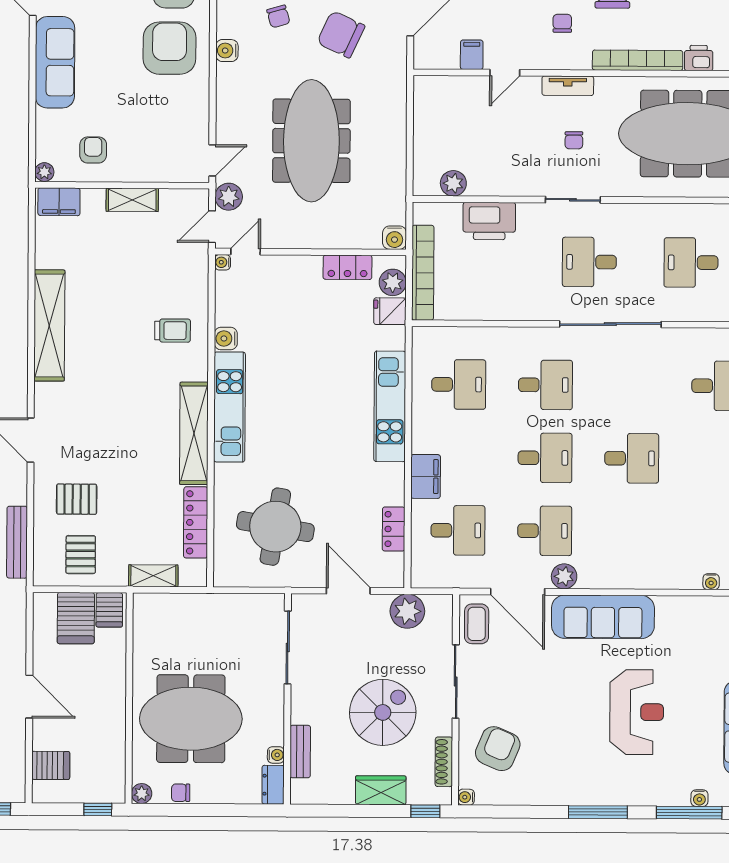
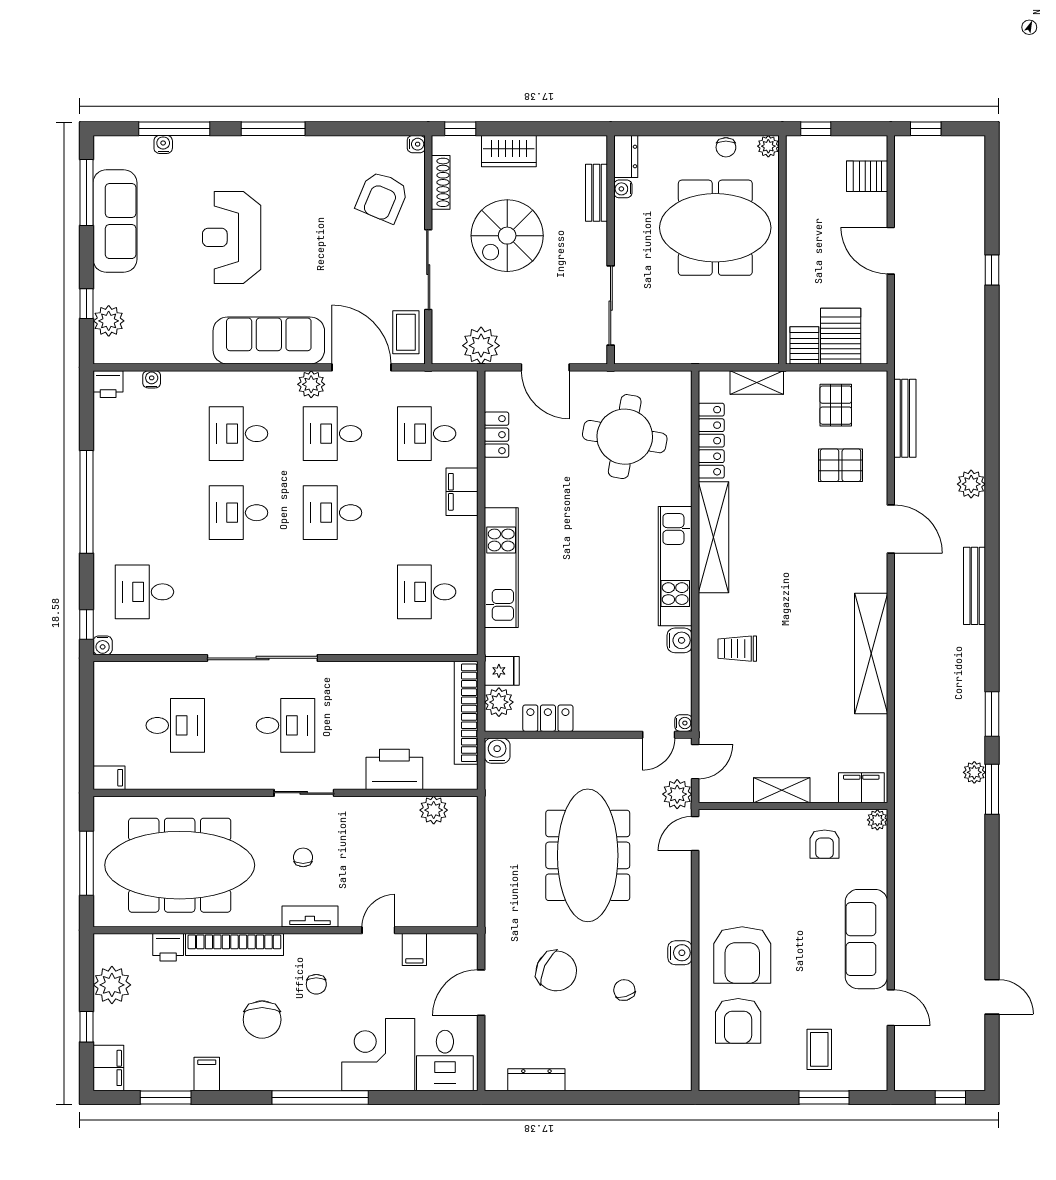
desk: (545, 385) -> (239, 434), moved
chair: (181, 793) -> (726, 147), turned 90

